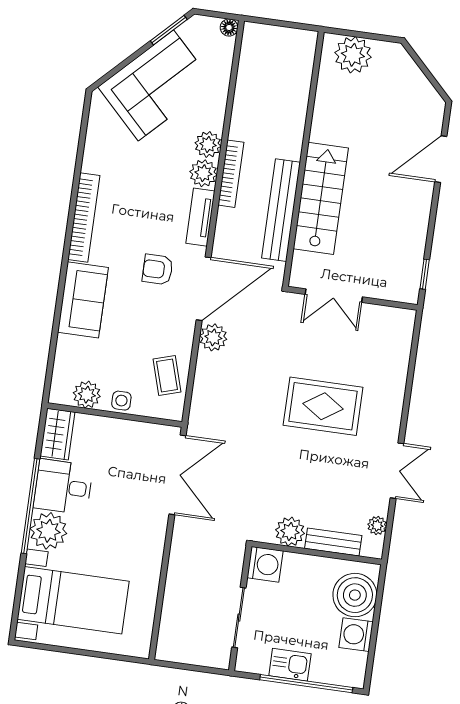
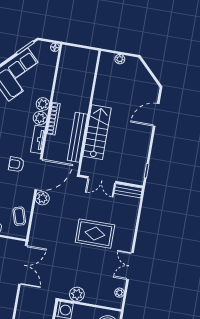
plant: (353, 55) -> (120, 59), width x0.53, depth x0.53
double door: (397, 471) -> (130, 266), swing flipped
bench: (333, 542) -> (128, 191), moved

